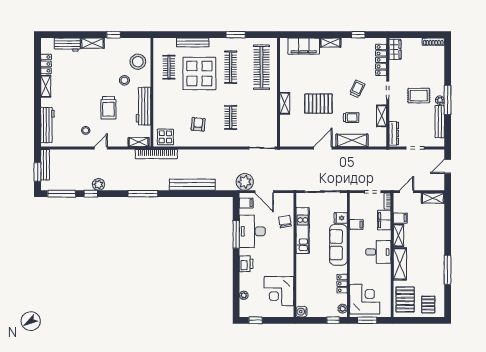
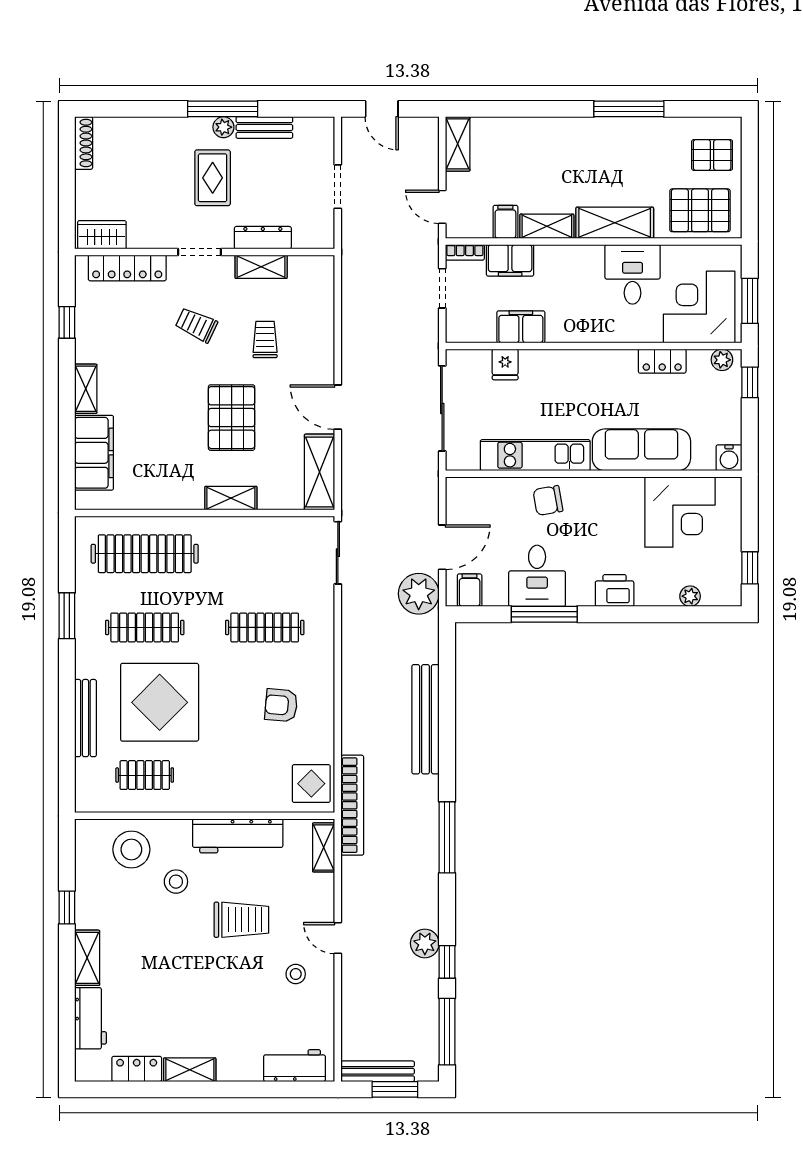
clothes rail: (231, 117) -> (265, 627), width x1.36
bench: (440, 122) -> (264, 128), width x0.73
workbench: (47, 125) -> (294, 1066), width x0.73
dresser: (394, 133) -> (263, 238), moved
shelving: (352, 140) -> (320, 472), moved
chair: (285, 221) -> (548, 500), moved
filing cabinet: (356, 225) -> (521, 327), width x2.00
desk: (252, 231) -> (537, 576), width x0.73
sofa: (338, 245) -> (641, 450), moved, turned 180
desk: (378, 252) -> (632, 274), moved

